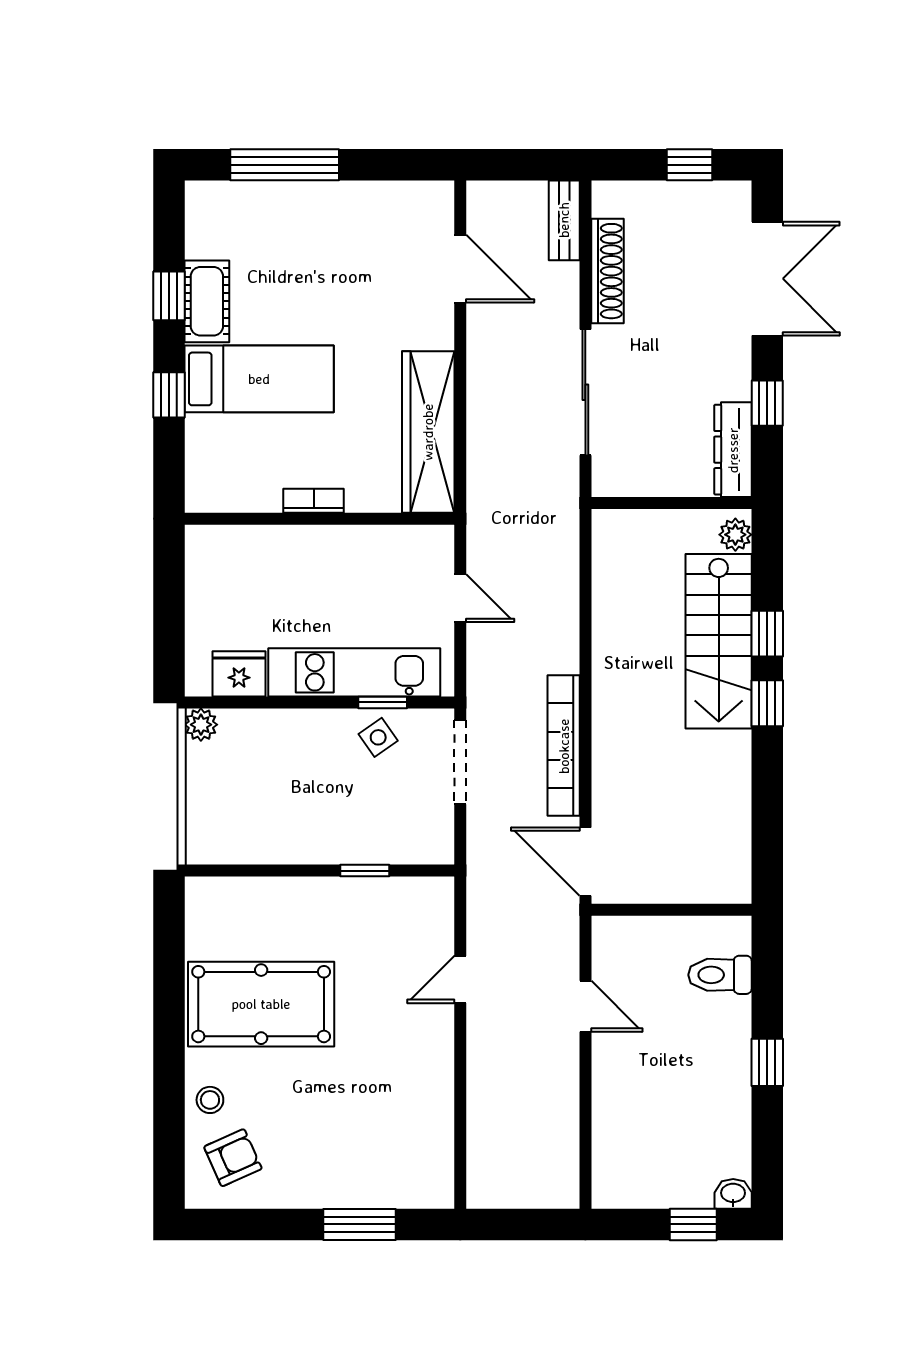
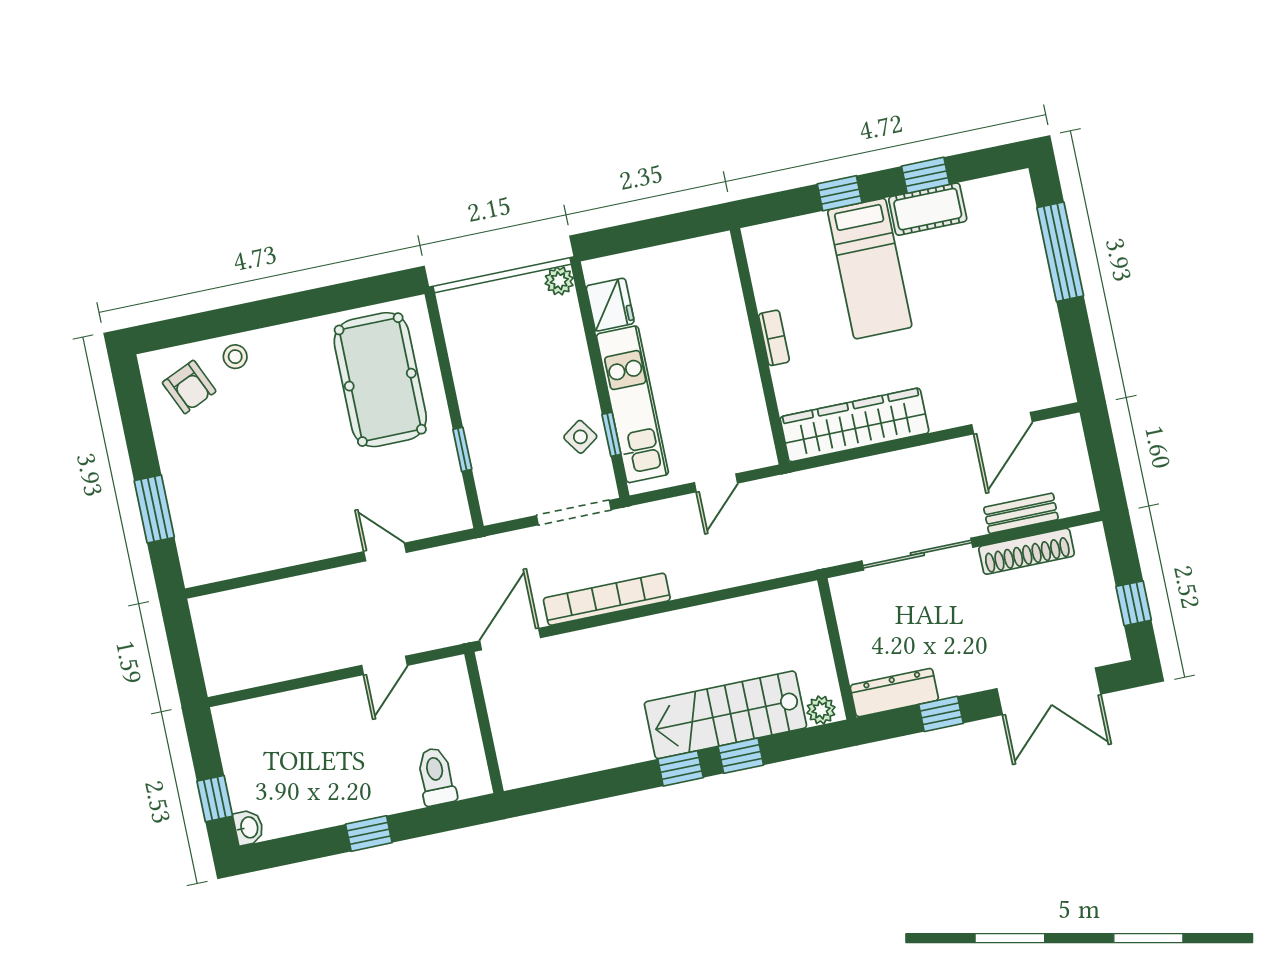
bench: (564, 220) -> (1021, 513), moved
pool table: (261, 1004) -> (380, 380), moved

